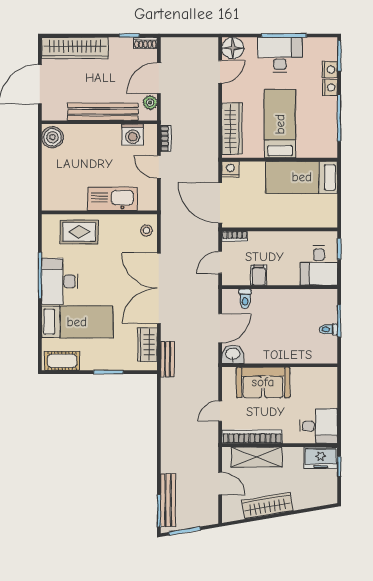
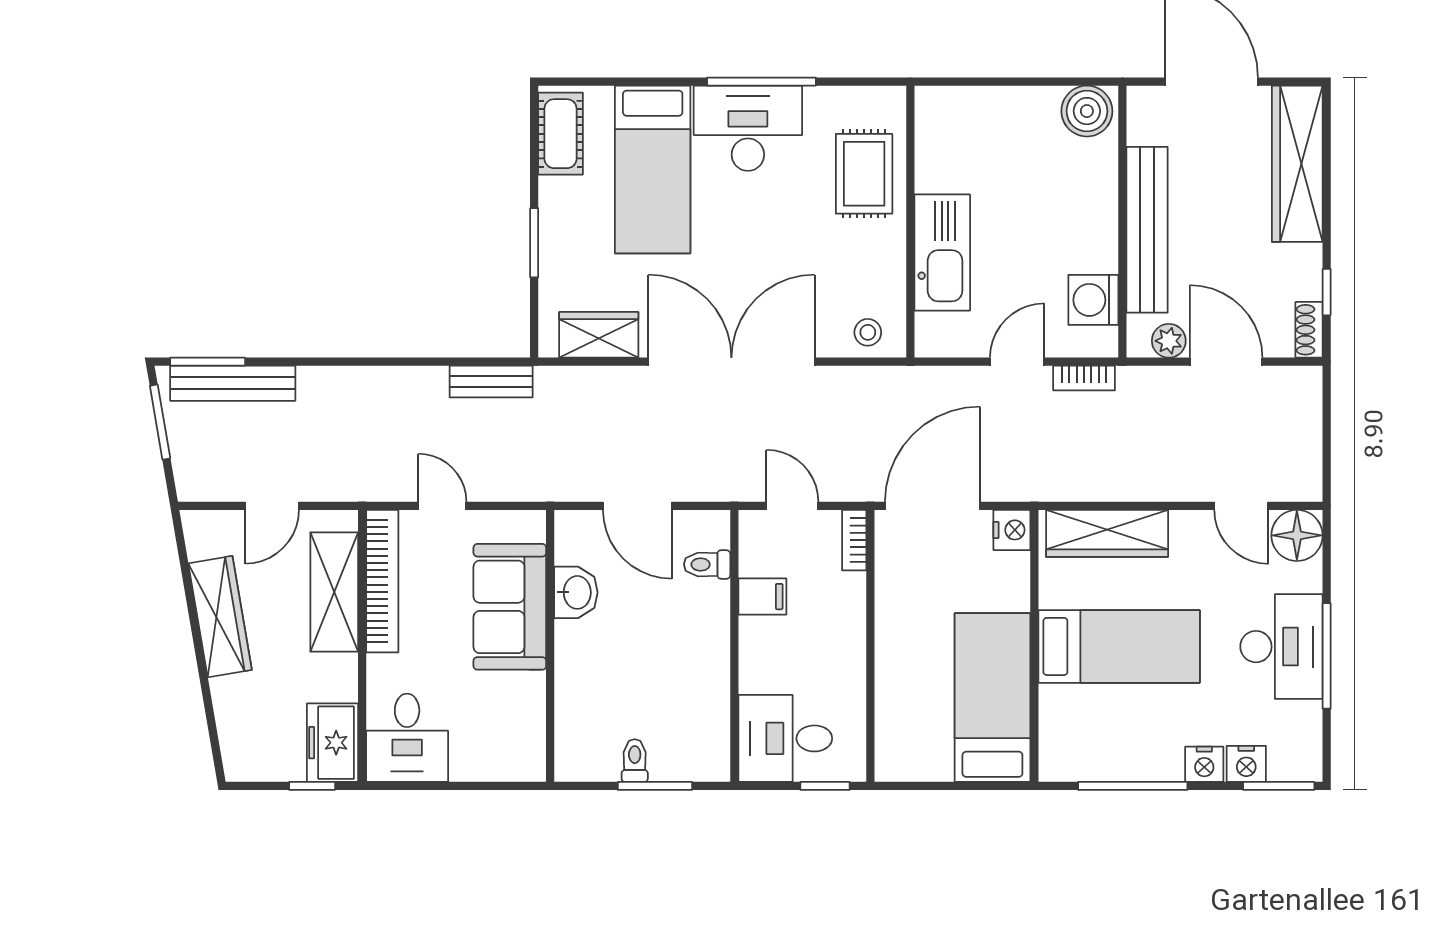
washbasin: (233, 354) -> (576, 592), moved
bench: (167, 359) -> (491, 382), moved

